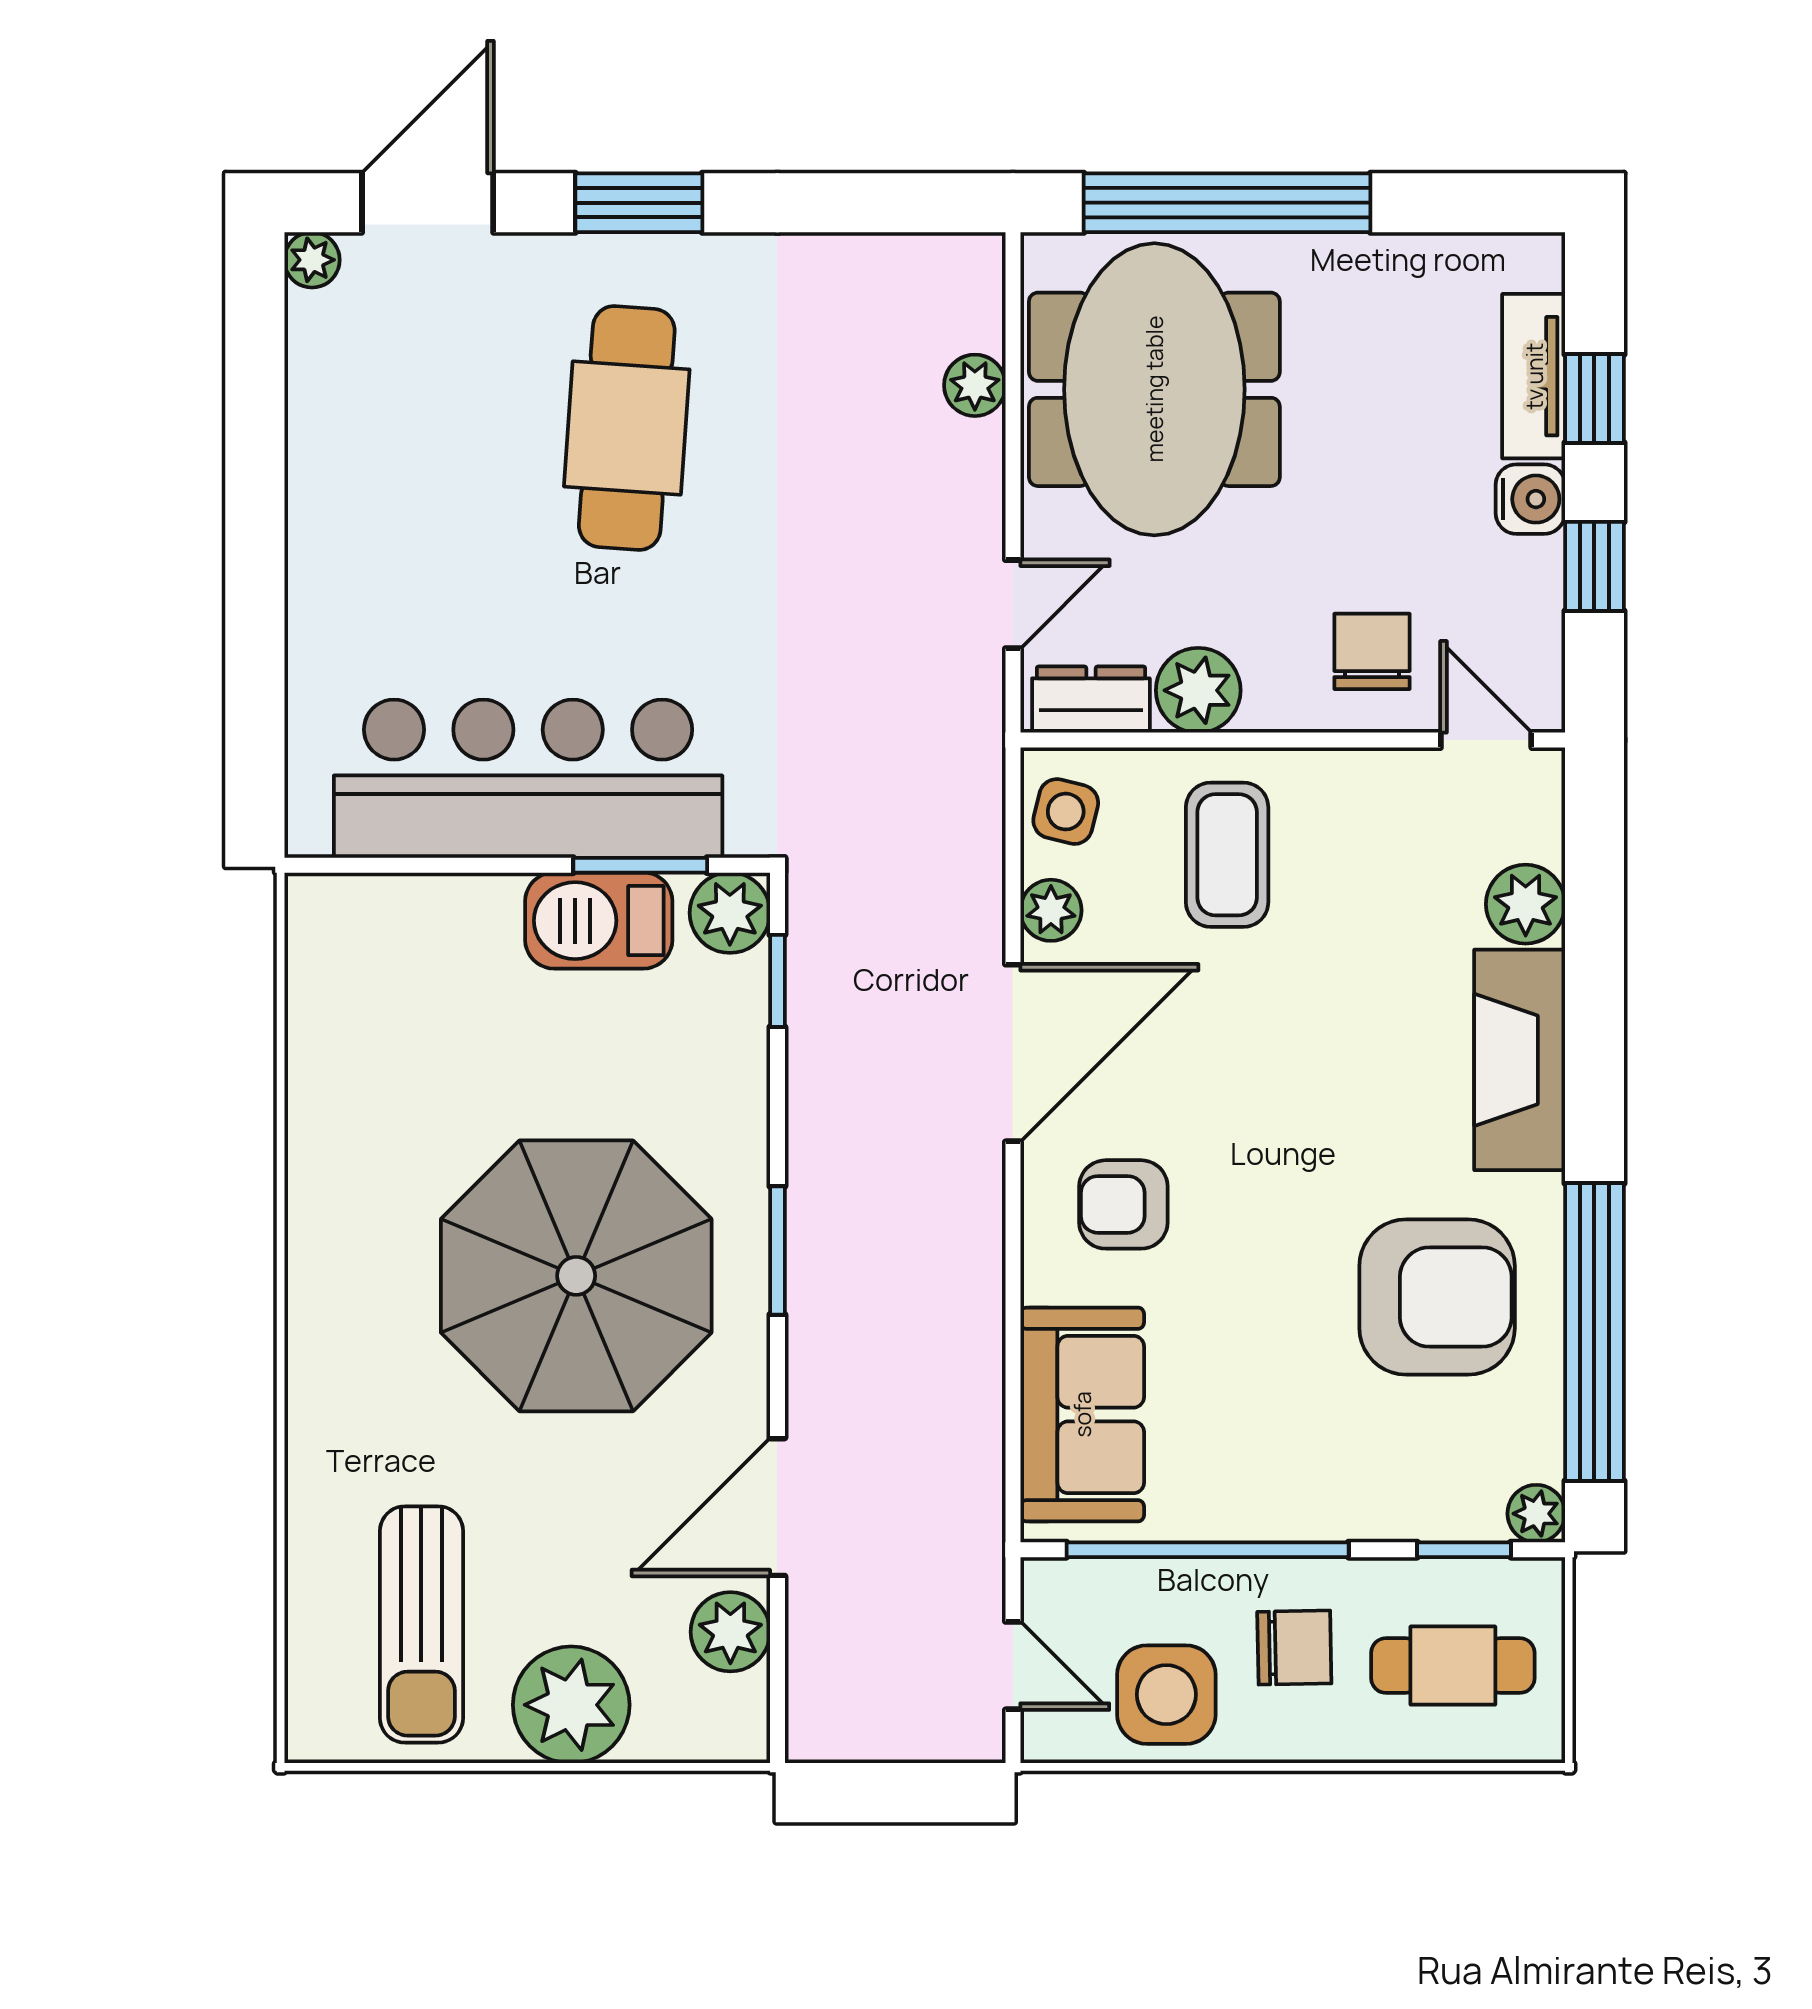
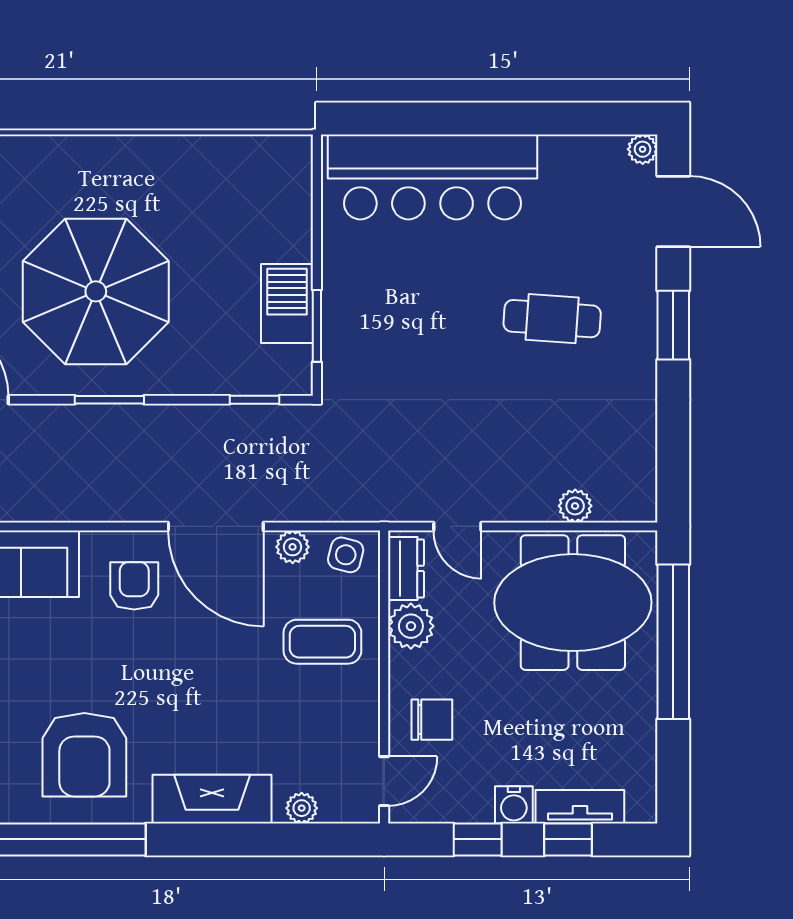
cafe table: (627, 428) -> (552, 319), width x0.73, depth x0.74
bar counter: (528, 779) -> (432, 177), moved, turned 90
plant: (1526, 904) -> (302, 808), width x0.73, depth x0.73
plant: (730, 913) -> (291, 374), removed

